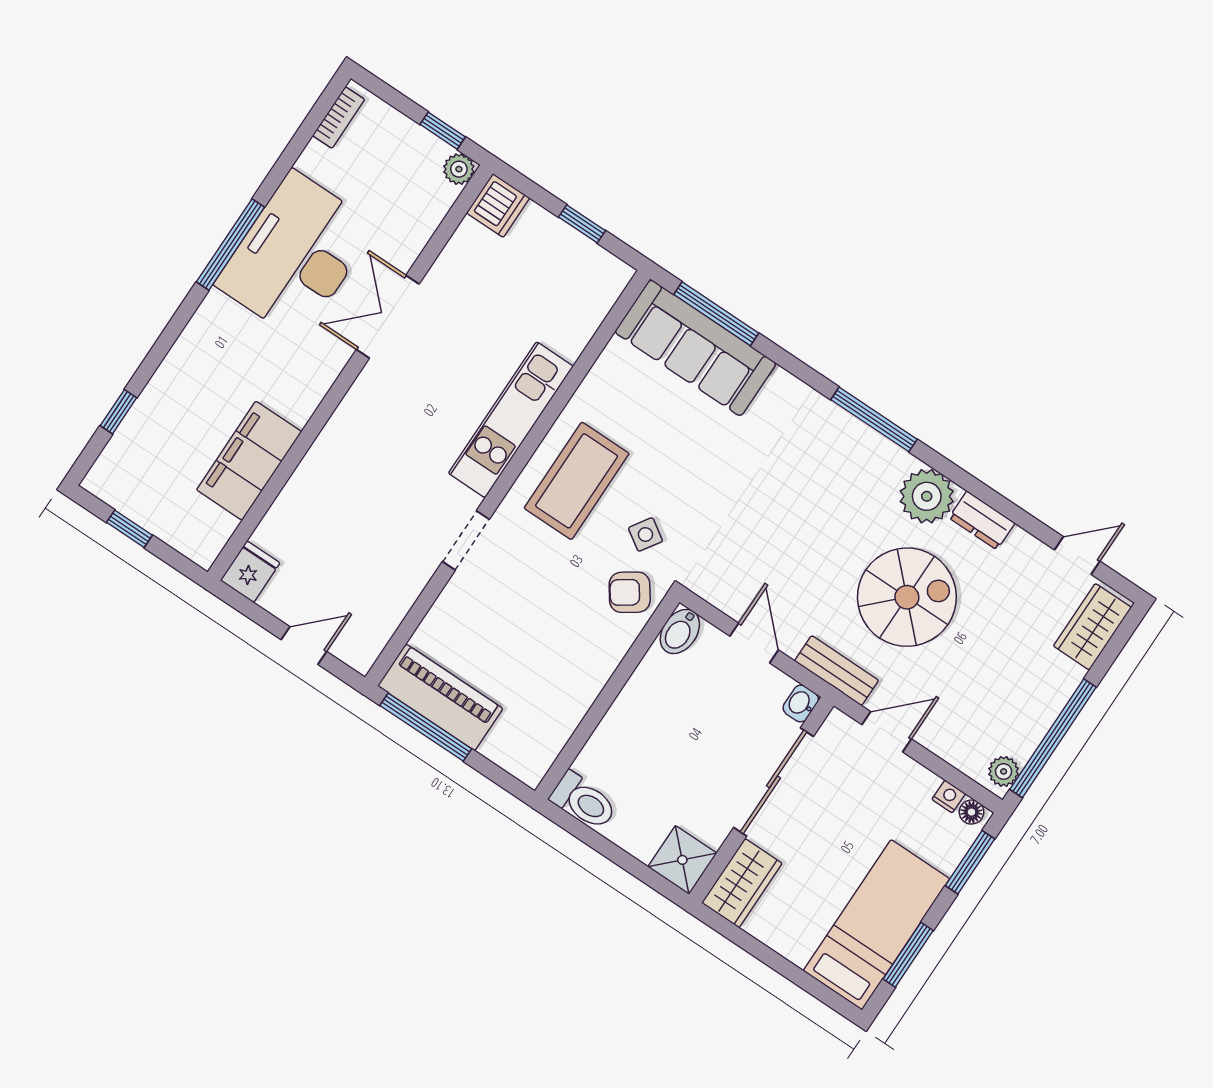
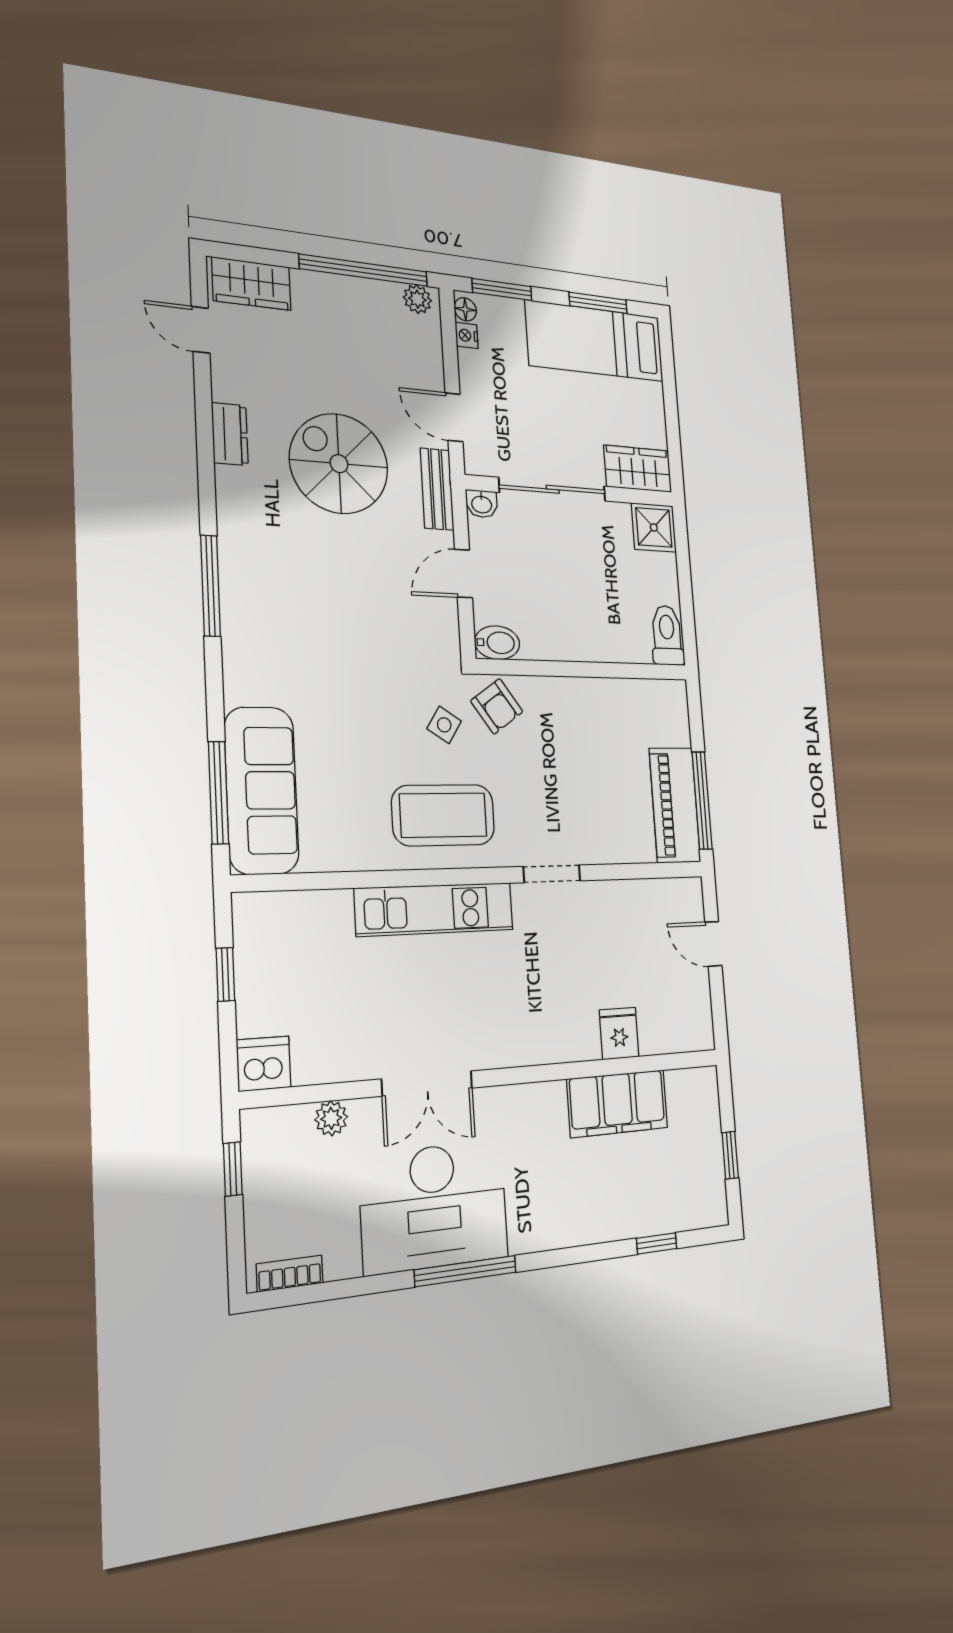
plant: (459, 169) -> (331, 1118), moved
plant: (927, 496) -> (244, 497), removed
fridge: (250, 572) -> (619, 1033), moved, turned 90

